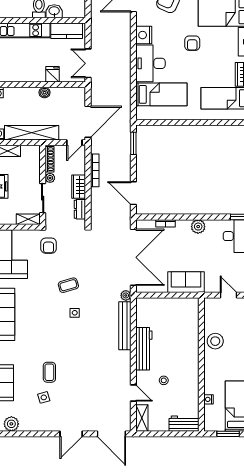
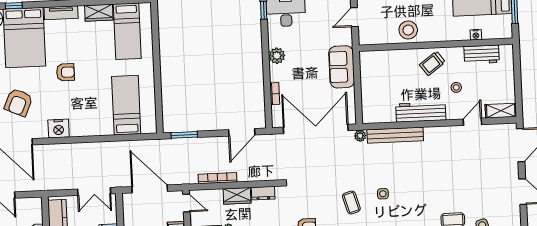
desk: (150, 63) -> (91, 119), removed
door: (88, 122) -> (150, 189), moved
trolley: (185, 361) -> (432, 63), added
workbench: (184, 424) -> (482, 54), moved, turned -90

